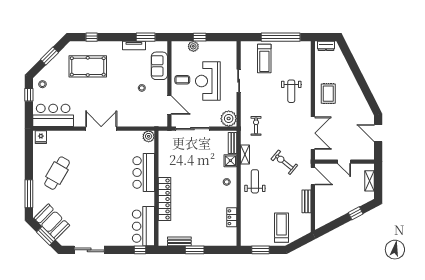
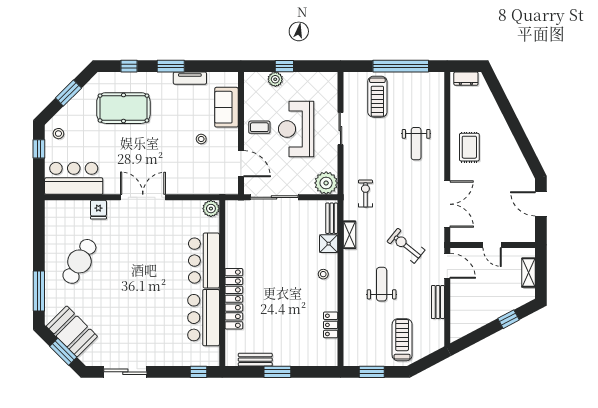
window: (146, 37) -> (171, 66), moved
fridge: (41, 137) -> (98, 210), moved
weight bench: (255, 181) -> (382, 284), moved
bar counter: (143, 226) -> (204, 318), moved

